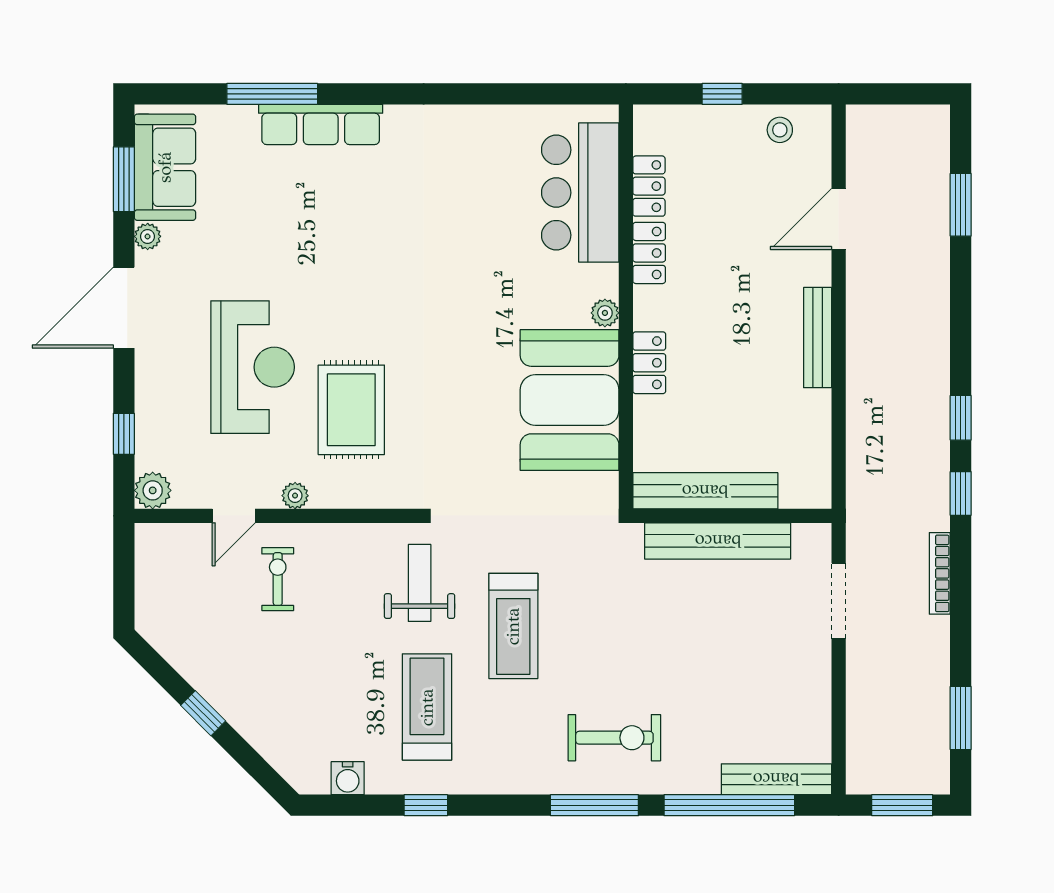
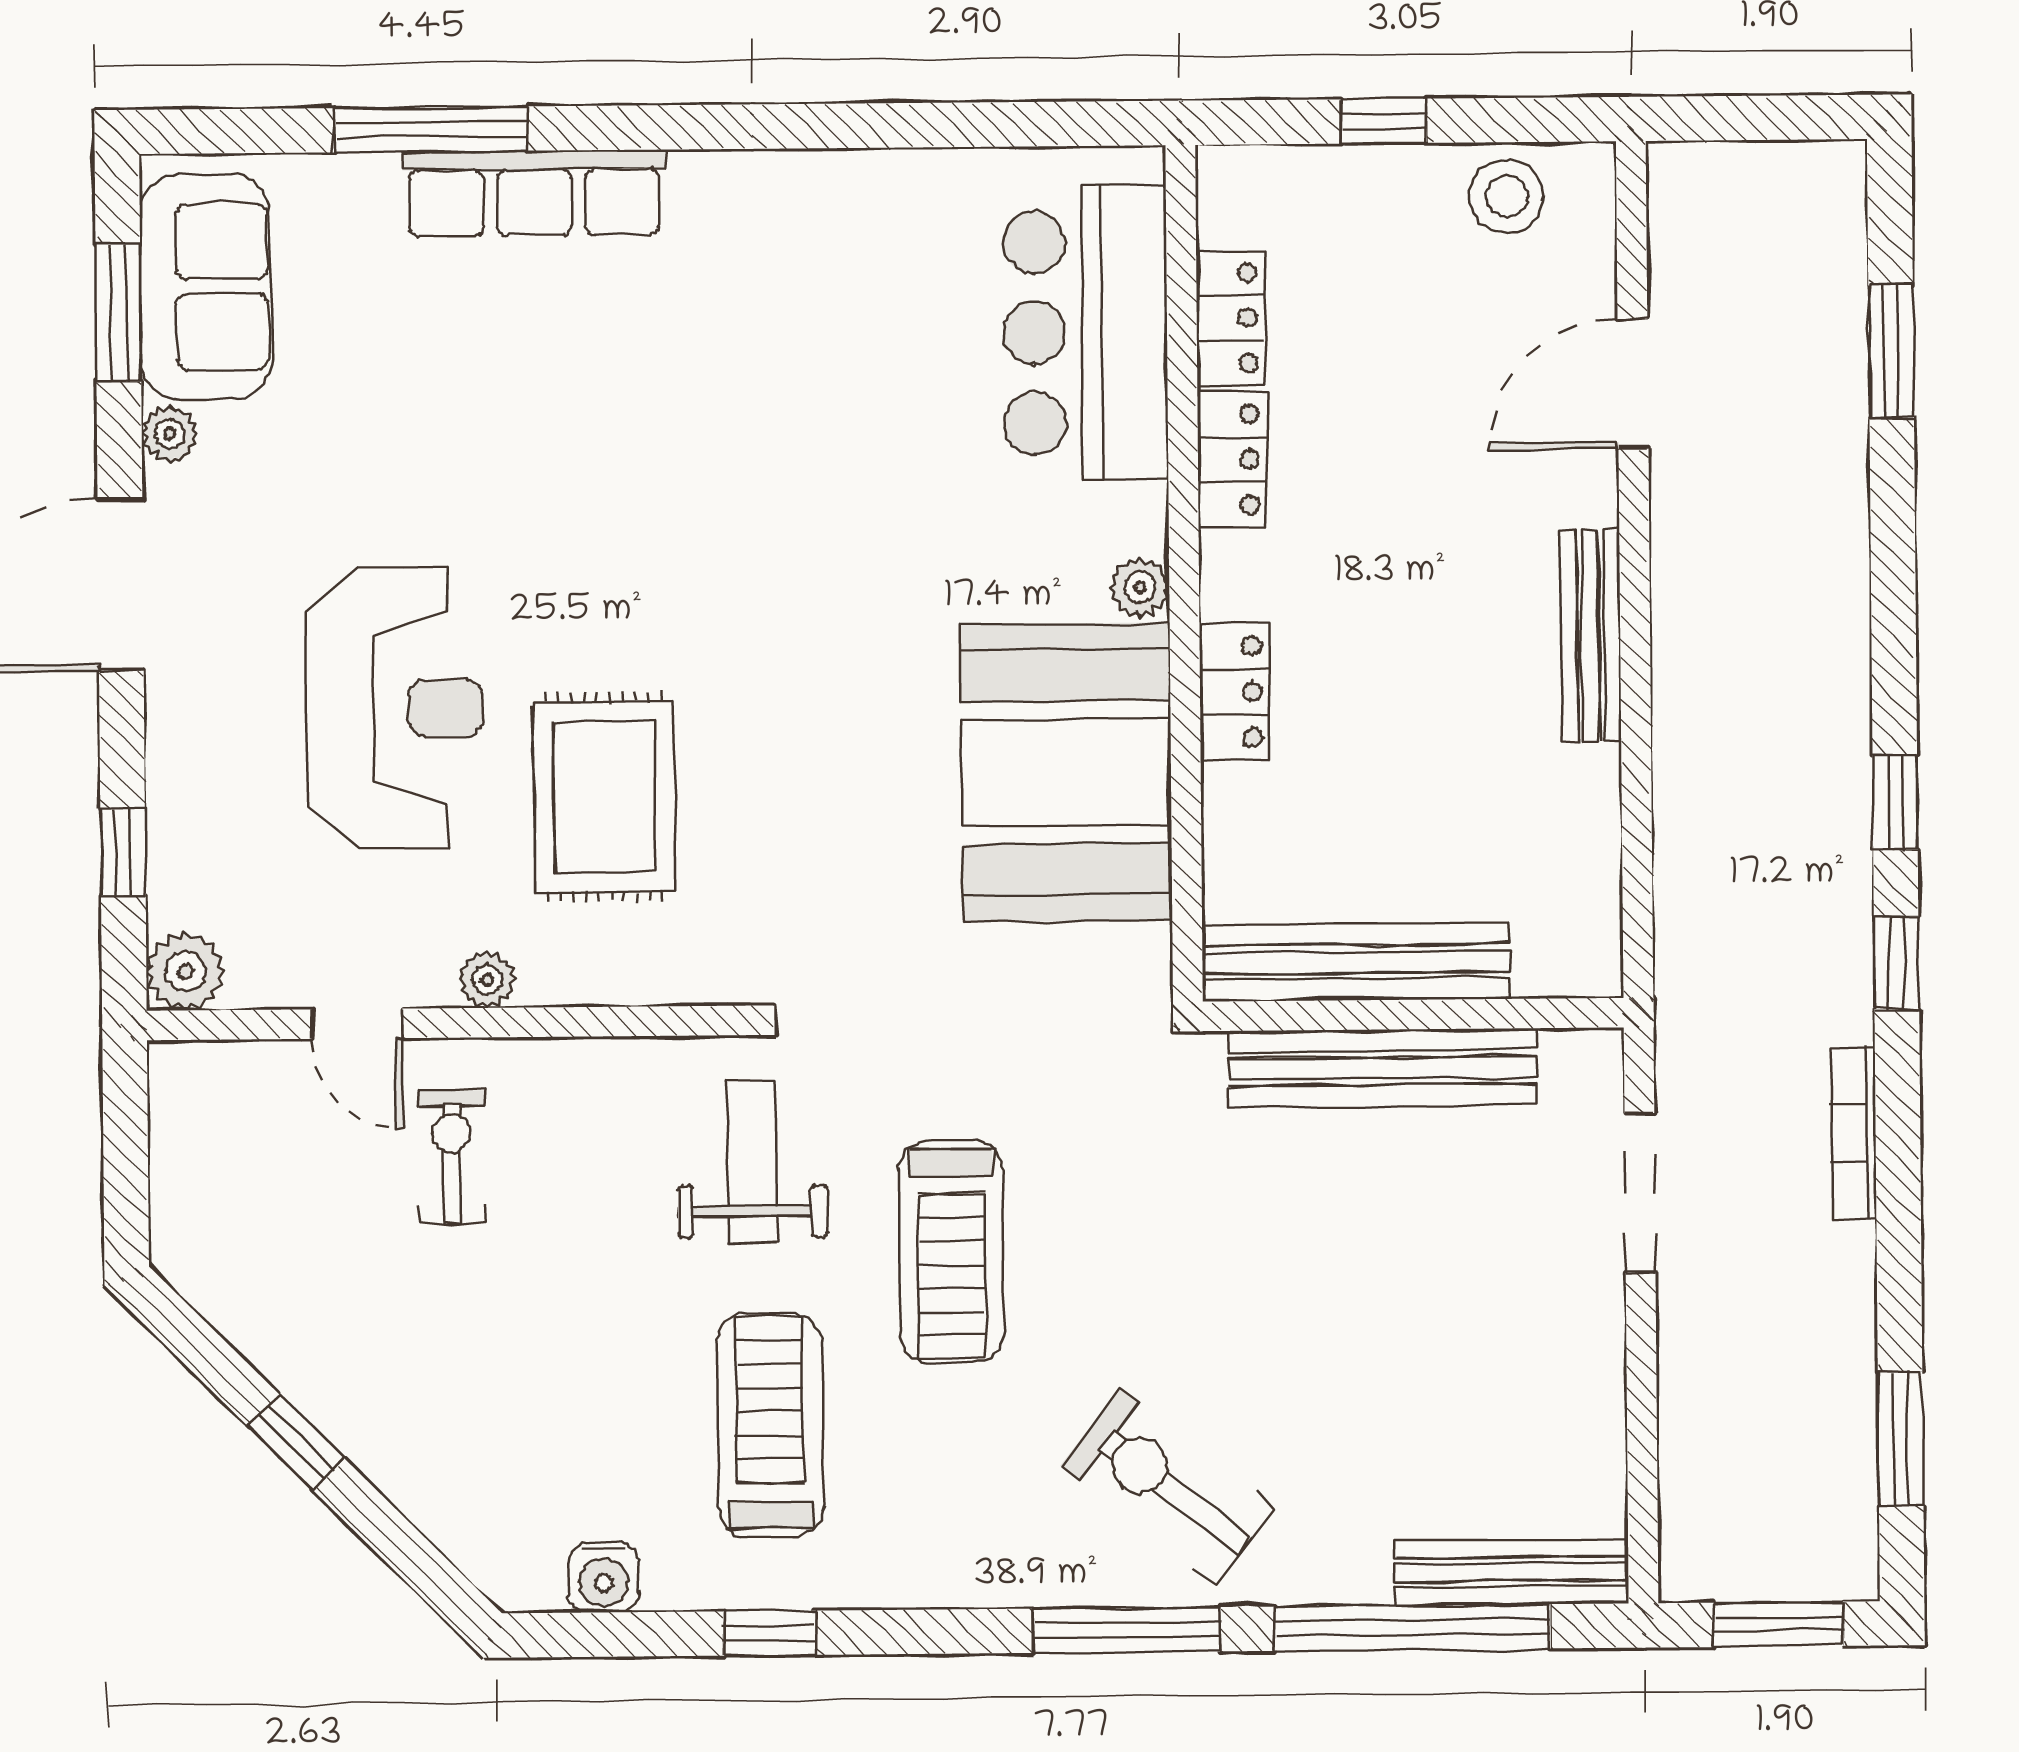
stool: (780, 130) -> (1507, 196), width x1.37, depth x1.37
door: (234, 516) -> (357, 1024), hinge flipped
exercise bike: (614, 738) -> (1168, 1487), turned -142

